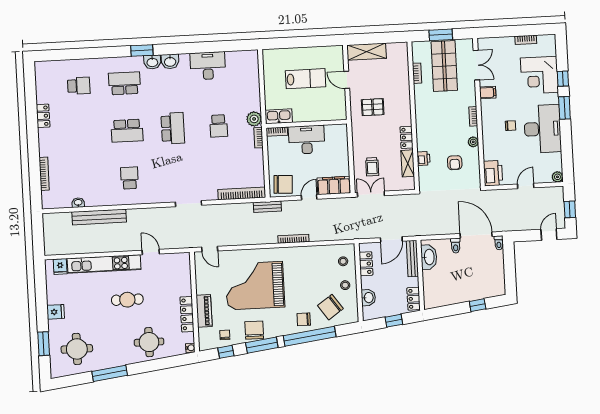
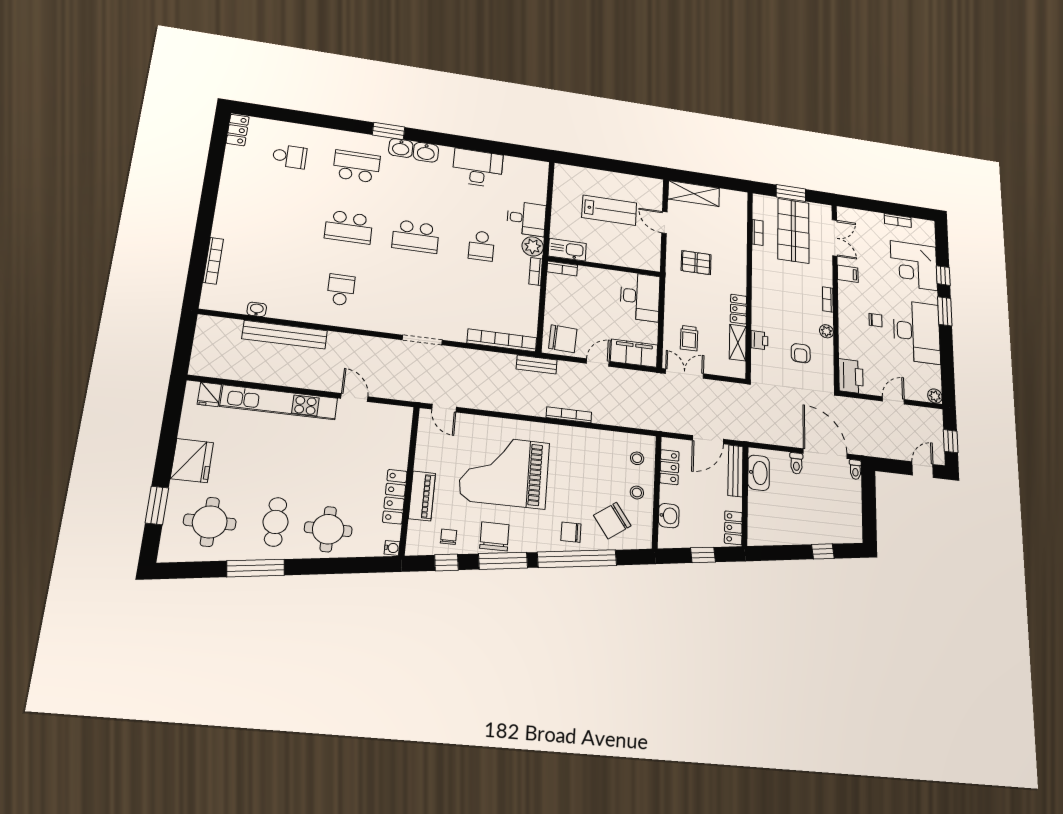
desk: (247, 98) -> (526, 219), added
locker: (43, 116) -> (238, 130), moved
school desk: (173, 128) -> (416, 237), turned 90
desk: (307, 140) -> (640, 297), moved, turned 90
cafe table: (127, 300) -> (276, 522), moved, turned 90
fridge: (56, 312) -> (192, 461), width x1.88, depth x1.34

